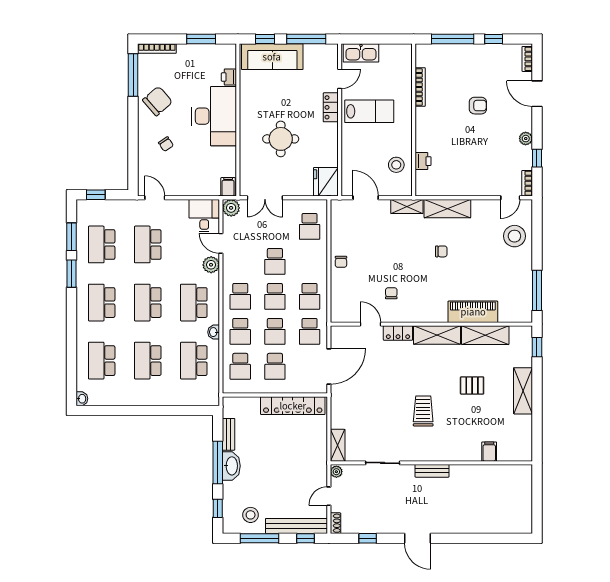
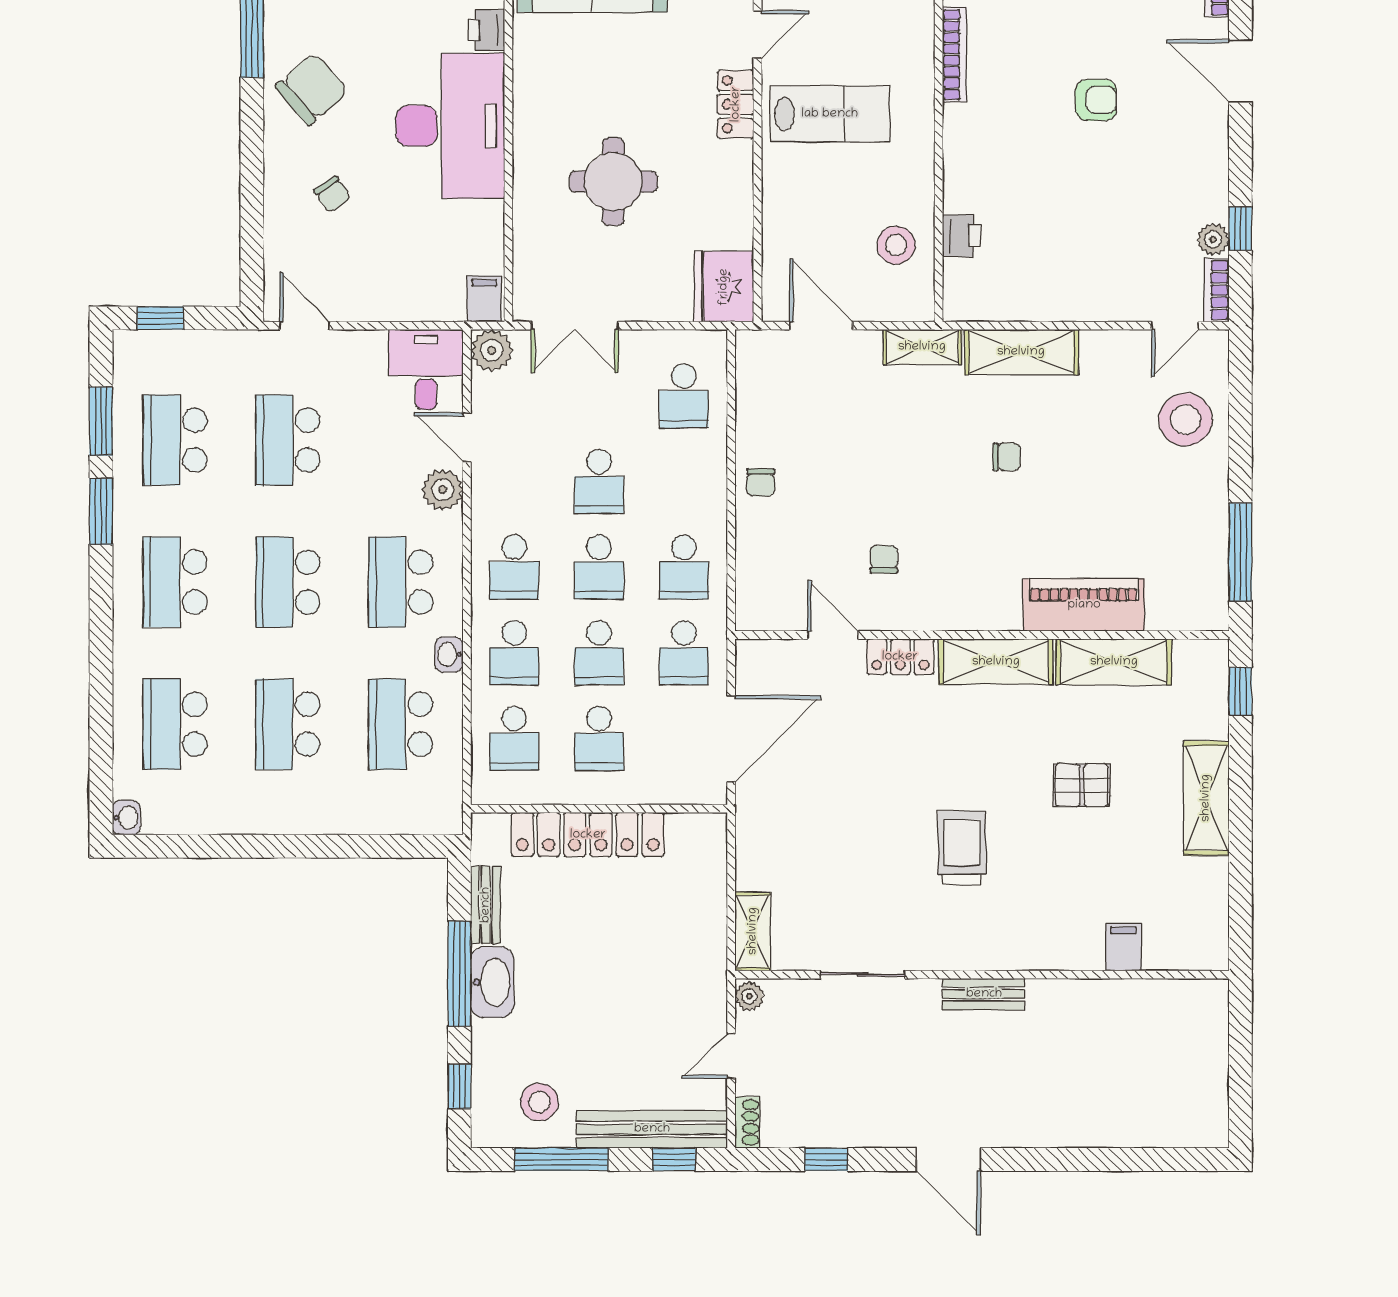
plant: (526, 139) -> (1213, 239), moved
locker: (293, 406) -> (588, 835), moved

